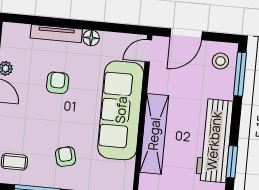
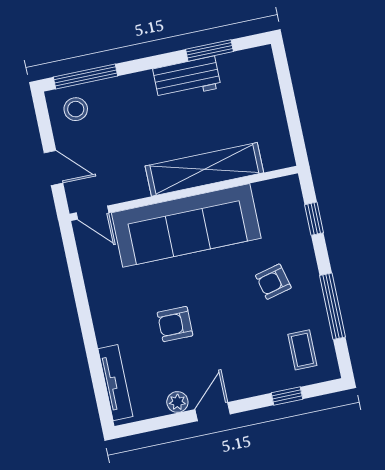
tv unit: (56, 34) -> (115, 383), moved
door: (186, 34) -> (54, 168), width x0.73
floor lamp: (91, 38) -> (99, 297), removed
workbench: (214, 141) -> (187, 78), width x0.53, depth x0.76

